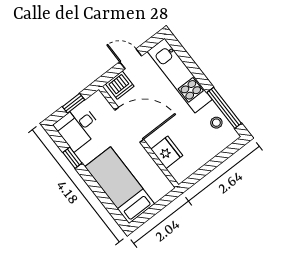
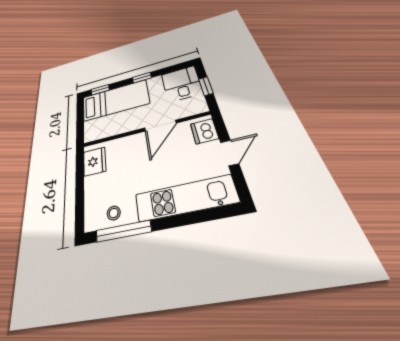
door: (129, 125) -> (160, 126), width x0.73
fridge: (167, 152) -> (95, 161), moved, turned -90
window: (72, 158) -> (142, 78), moved
window: (113, 211) -> (100, 90), added

